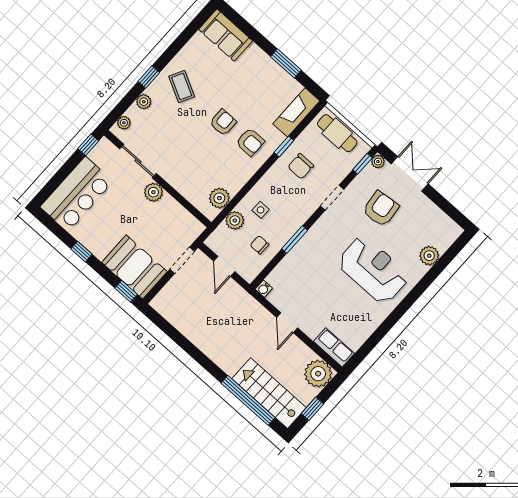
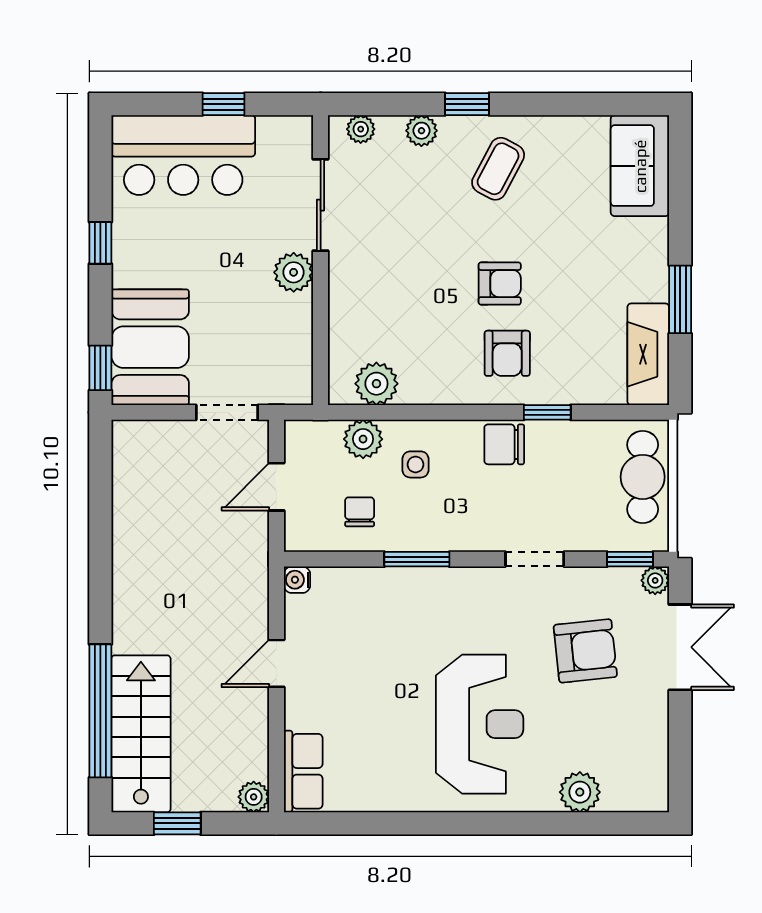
fireplace: (296, 112) -> (648, 354), moved, turned -90
window: (88, 145) -> (224, 104), moved
chair: (301, 166) -> (504, 444), moved
plant: (318, 374) -> (254, 797), width x0.53, depth x0.53

